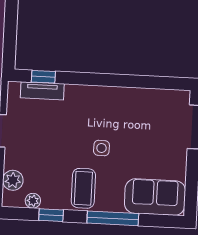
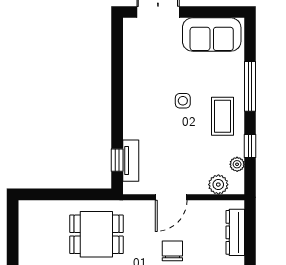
coffee table: (83, 188) -> (223, 116), turned 90
sofa: (155, 197) -> (212, 35), moved, turned -90

